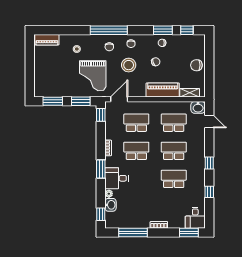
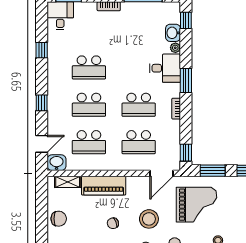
grand piano: (93, 76) -> (197, 205), turned 90
door: (209, 121) -> (42, 144), swing flipped
window: (209, 163) -> (42, 103), moved

